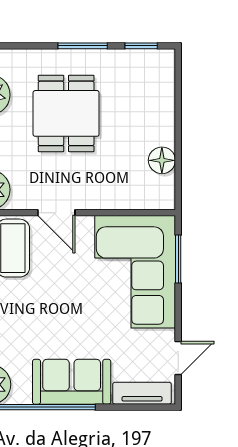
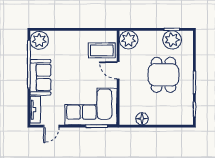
dining table: (66, 113) -> (163, 75), turned 90
door: (56, 213) -> (118, 70), hinge flipped
door: (178, 358) -> (51, 126), hinge flipped

